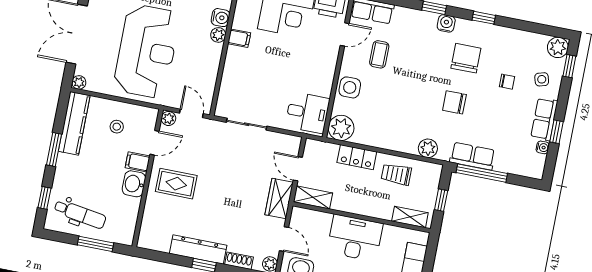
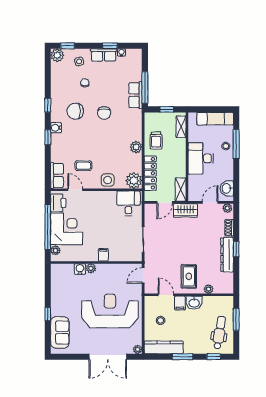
filing cabinet: (239, 38) -> (103, 255), moved
plant: (168, 119) -> (209, 289), moved
plant: (428, 148) -> (136, 147), moved
locker: (357, 157) -> (150, 173), width x1.53

